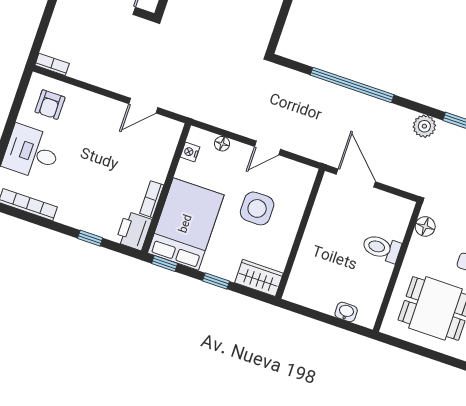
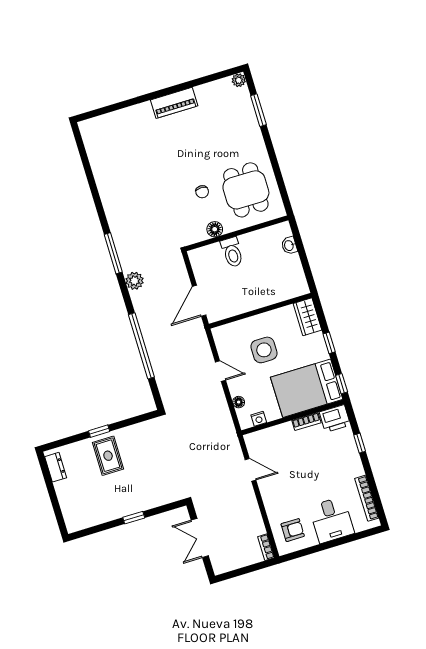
floor lamp: (425, 226) -> (215, 229), moved

